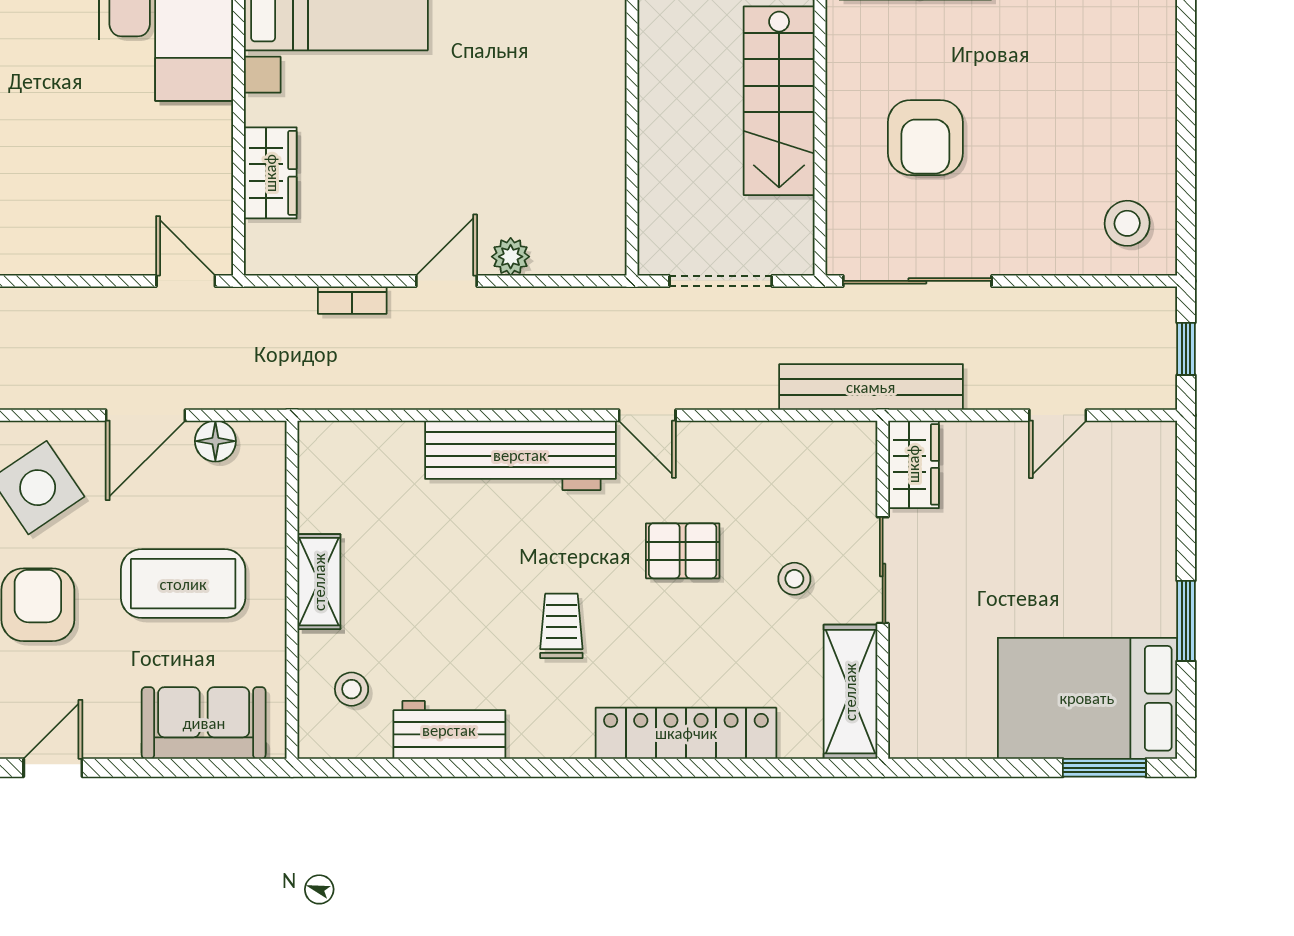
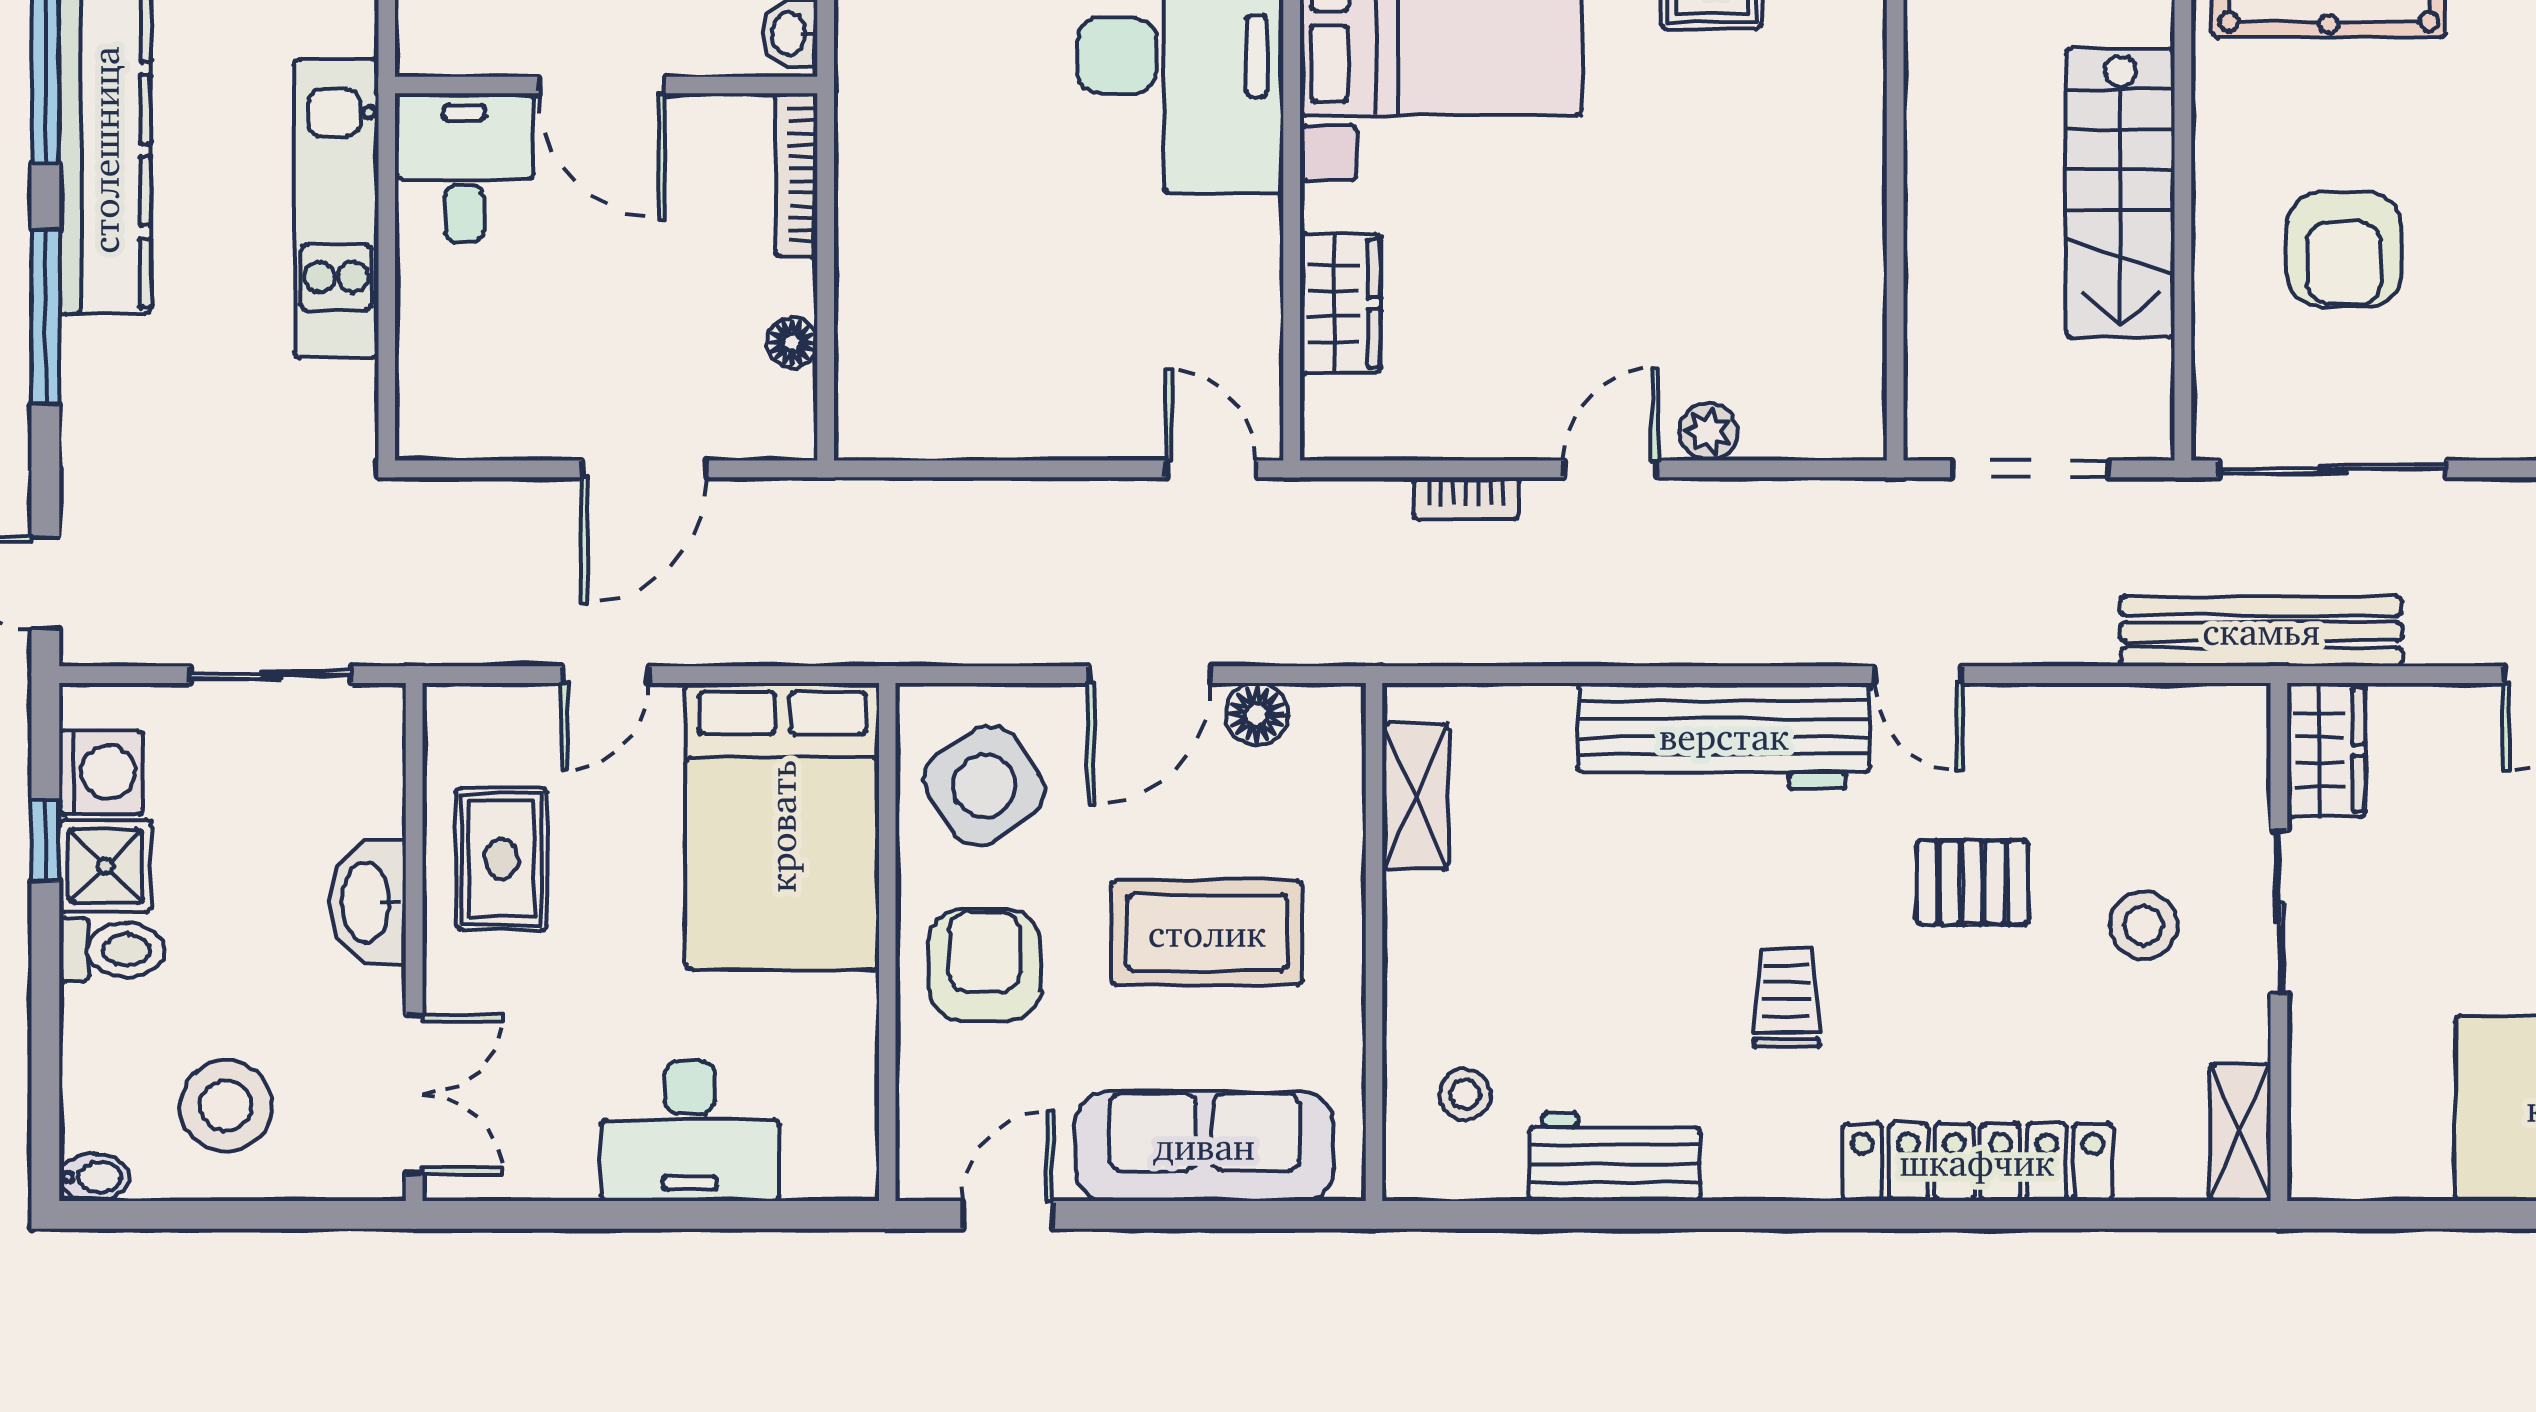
stool: (794, 579) -> (2144, 925), width x1.37, depth x1.37
shelving: (319, 582) -> (1415, 796), moved
shelving: (850, 692) -> (2240, 1133), width x0.67, depth x0.75
sofa: (204, 723) -> (1204, 1146), width x1.36

